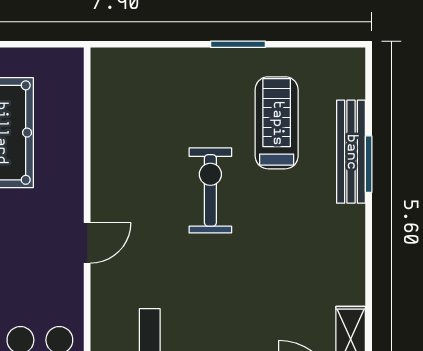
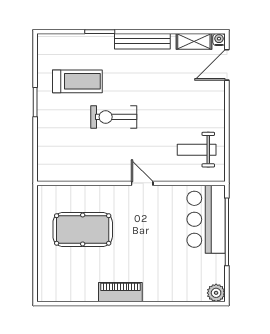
treadmill: (277, 123) -> (77, 81), turned 180
bench: (351, 152) -> (142, 41), moved

